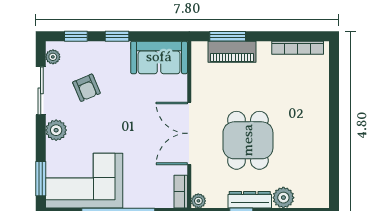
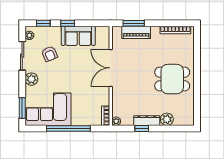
sofa: (159, 57) -> (78, 36), moved
double door: (189, 133) -> (111, 68), moved
dining table: (248, 140) -> (172, 79), moved, turned 90

